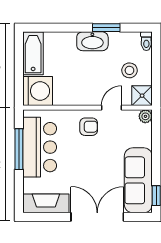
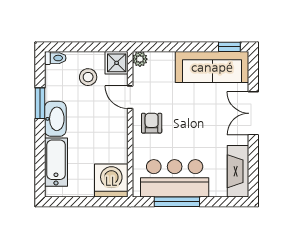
bathtub: (33, 53) -> (56, 162), moved, turned 90
double door: (97, 217) -> (253, 113), width x0.73

